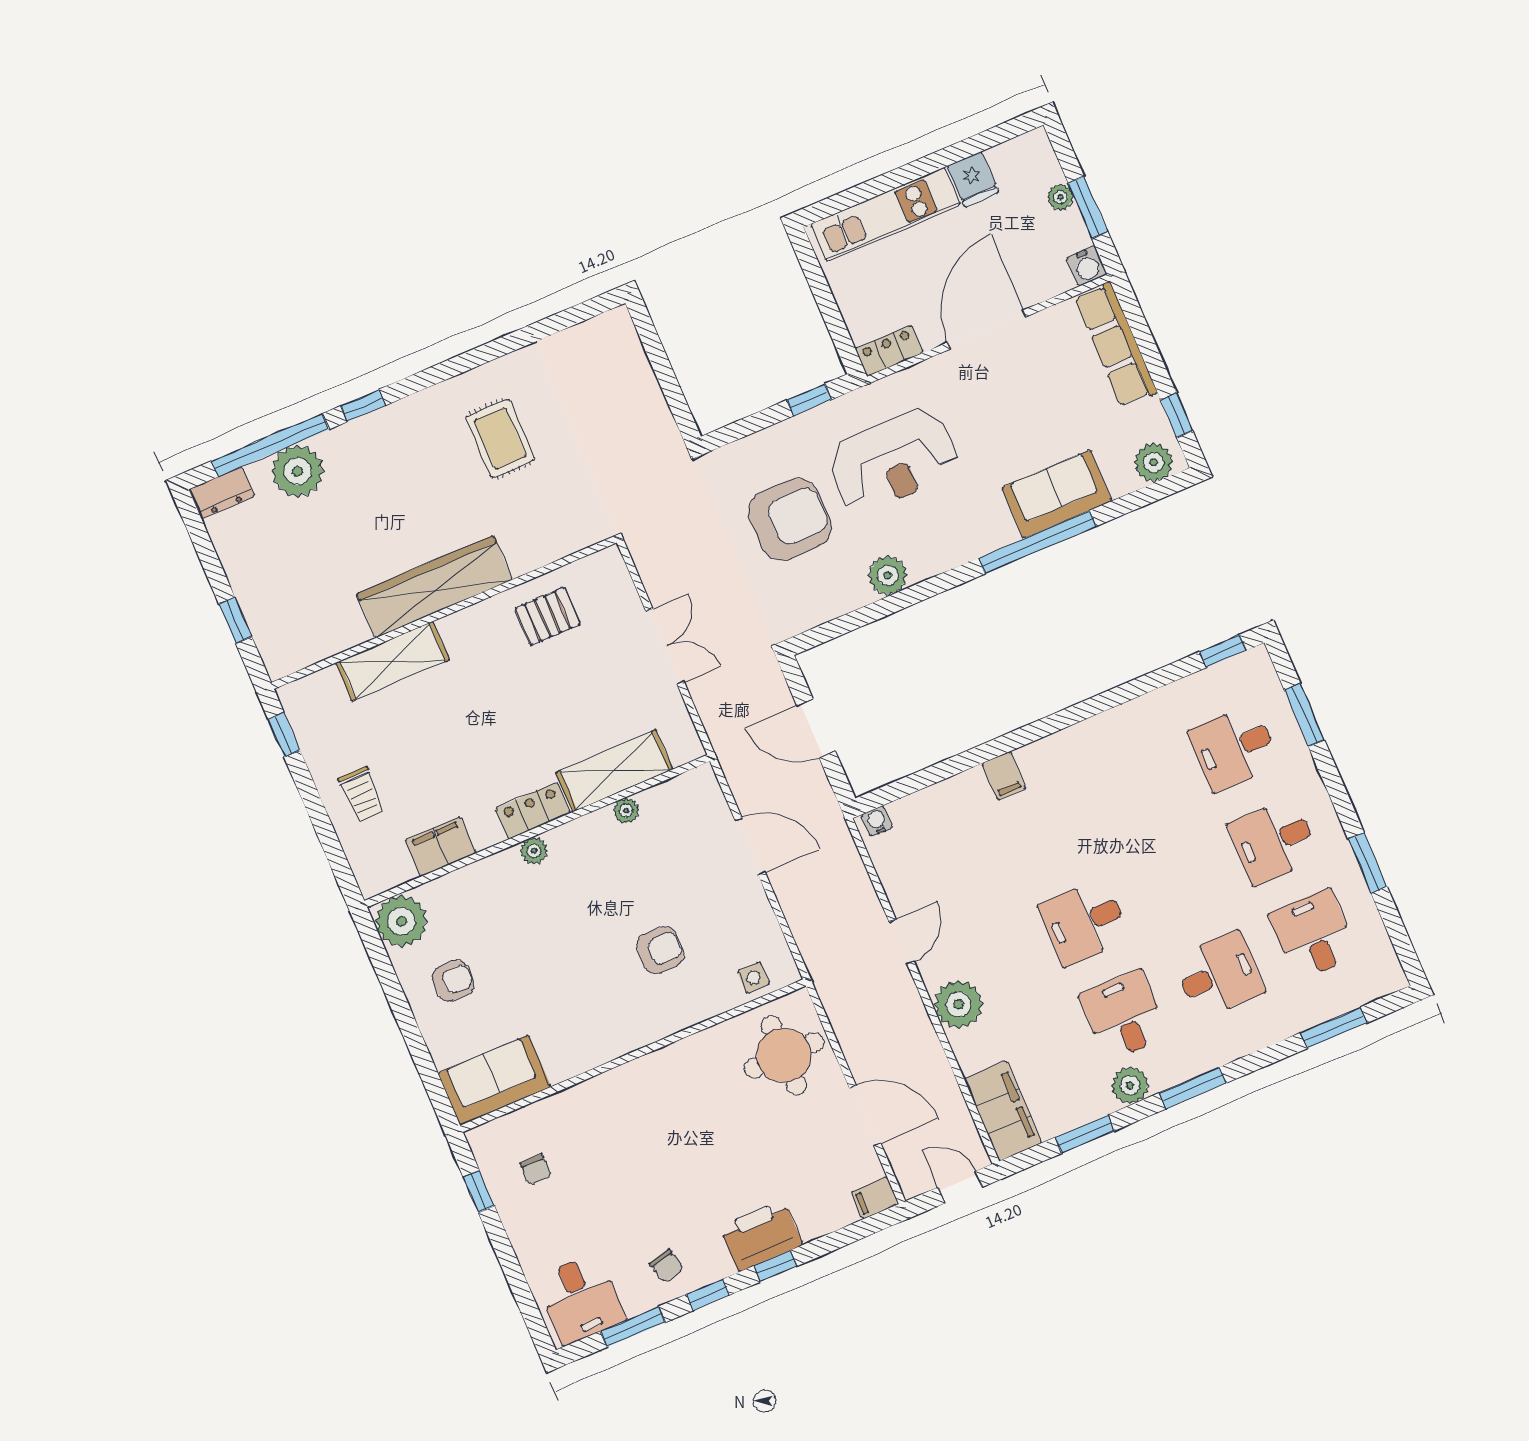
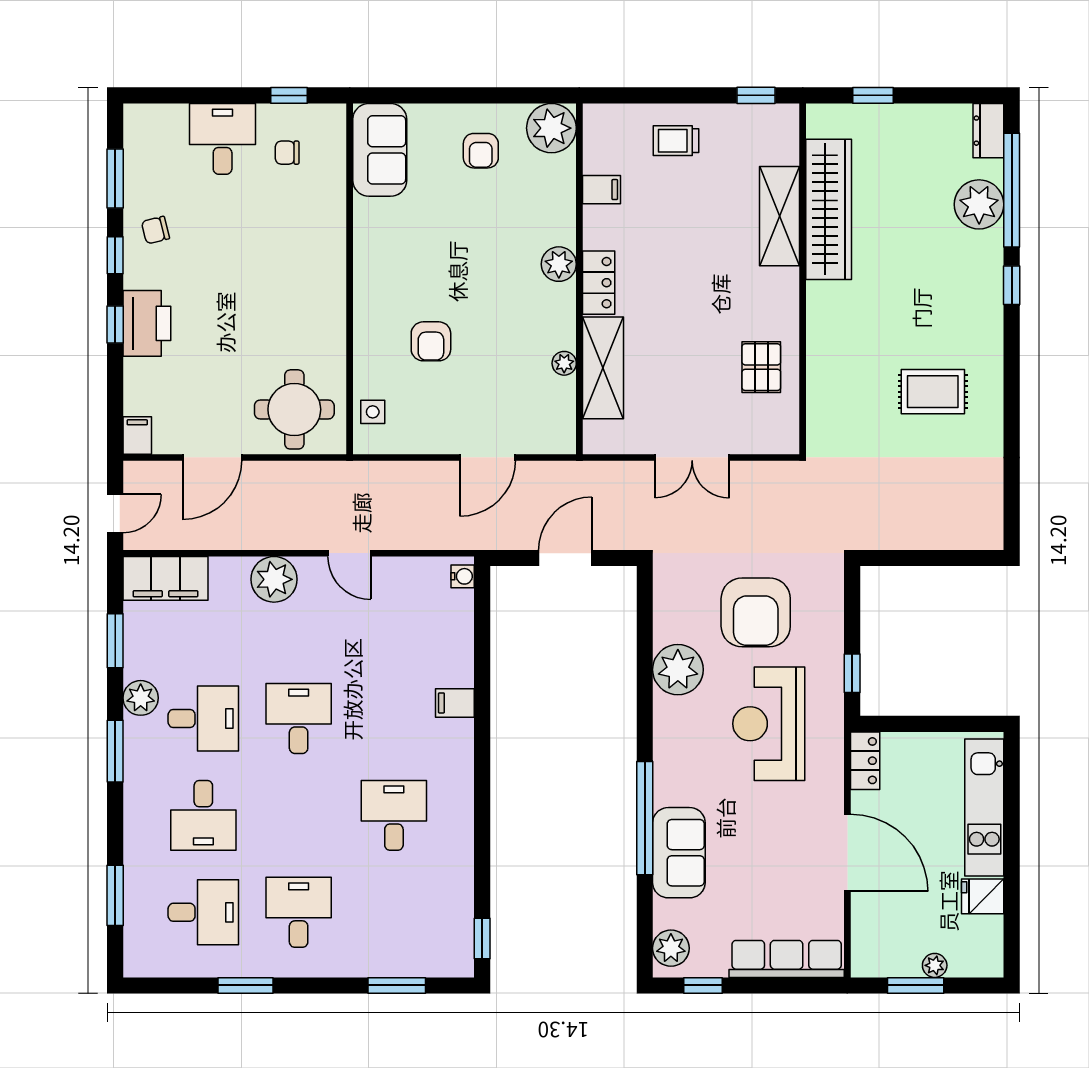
water cooler: (1087, 266) -> (865, 963), removed
plant: (888, 575) -> (678, 670), width x1.36, depth x1.36
wardrobe: (435, 587) -> (829, 209), moved
desk: (1234, 748) -> (394, 815), moved
filing cabinet: (441, 847) -> (602, 190), width x0.50
plant: (534, 851) -> (559, 264), width x1.38, depth x1.38
desk: (581, 1299) -> (223, 139), moved, turned 90

